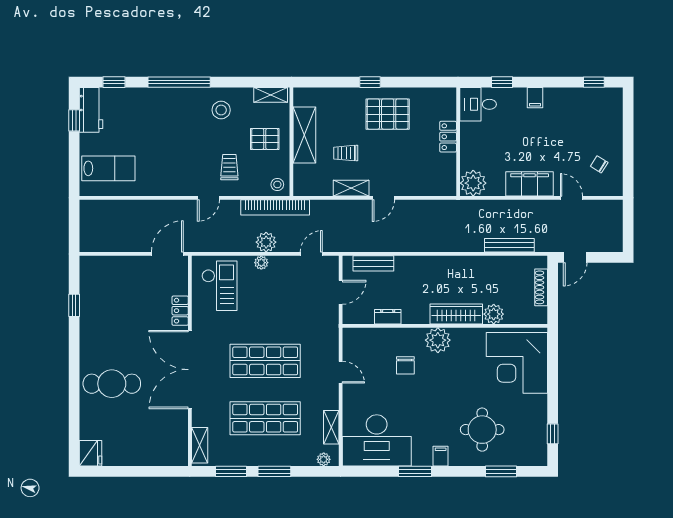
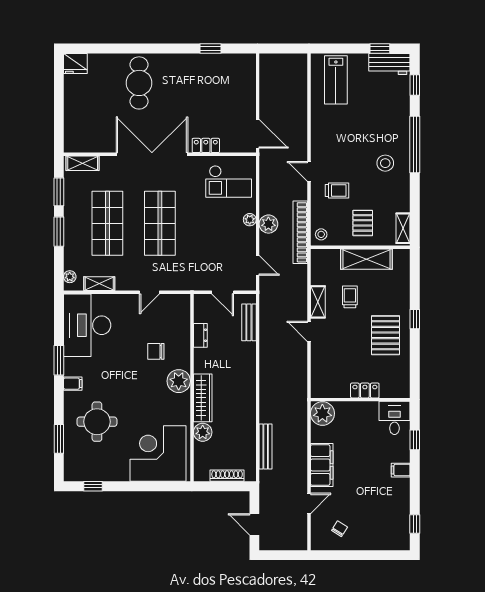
stool: (221, 110) -> (385, 163), moved
door: (575, 257) -> (254, 524), moved

